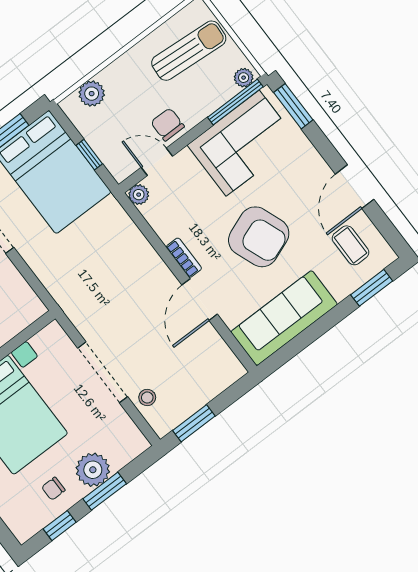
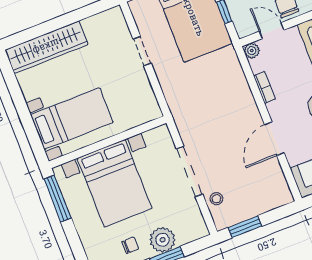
bookcase: (184, 258) -> (265, 87), moved
chair: (53, 489) -> (130, 245), turned 180

